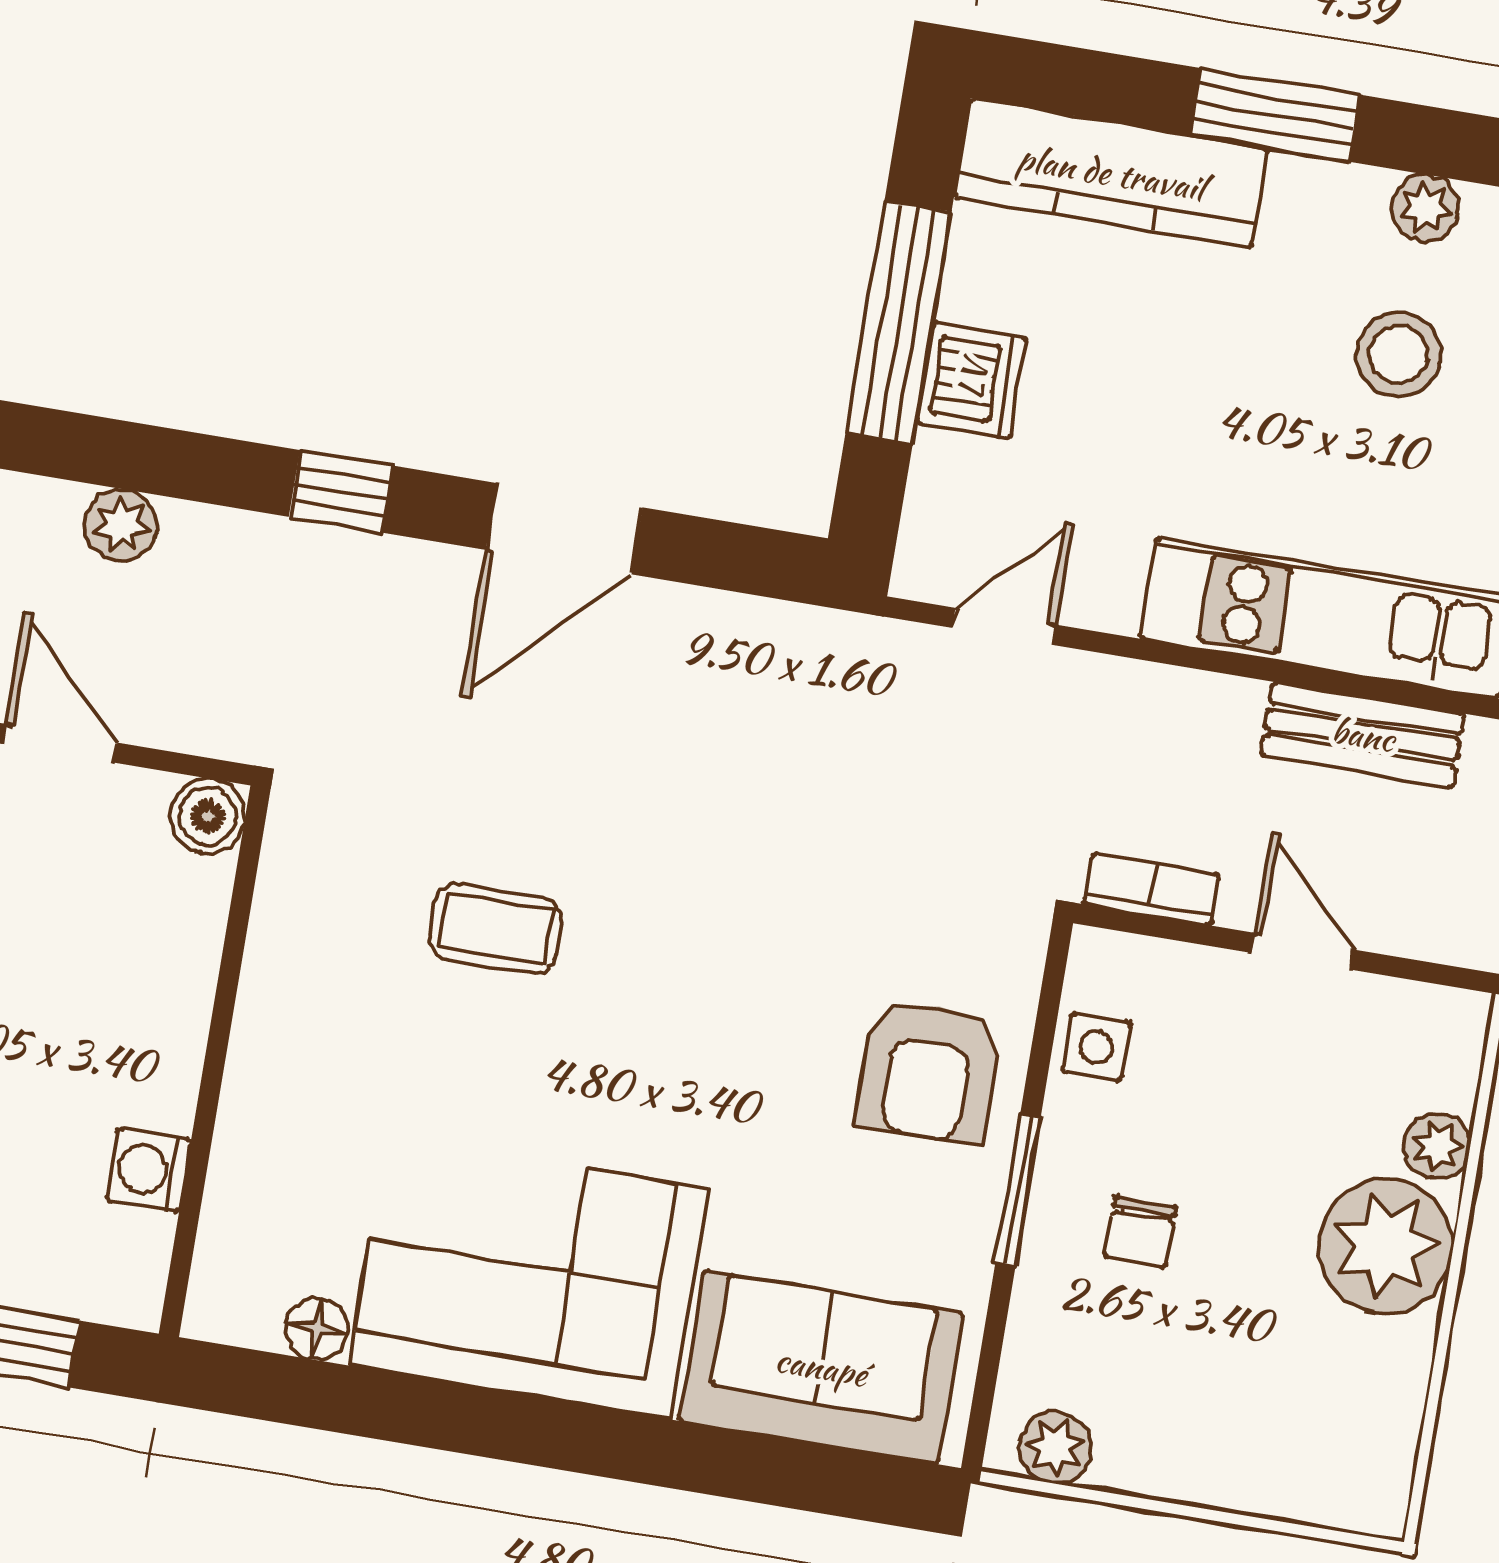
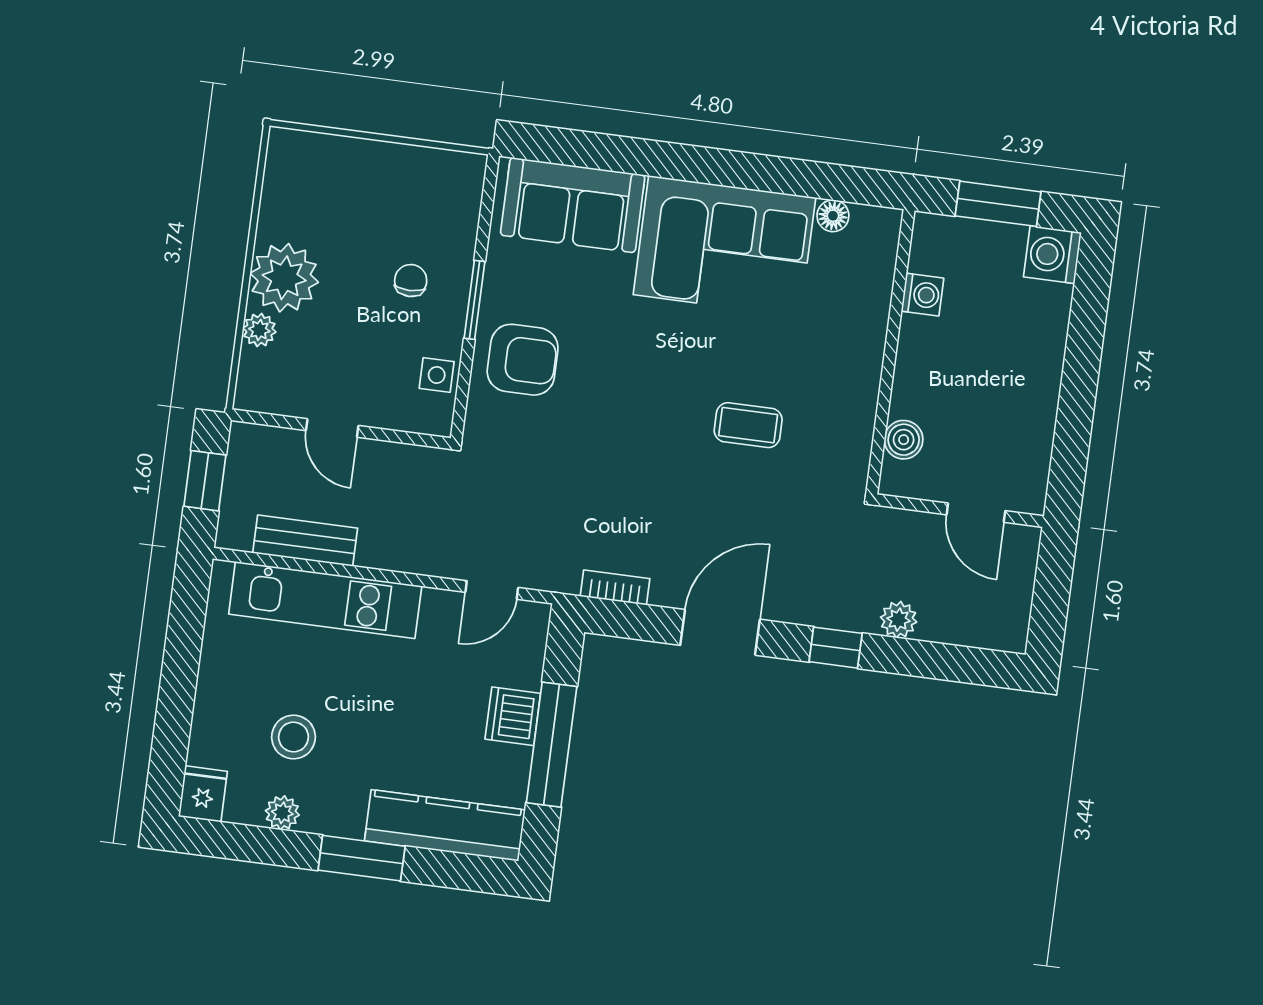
plant: (121, 525) -> (899, 620), moved
boiler: (207, 816) -> (904, 440), moved
bookcase: (1152, 889) -> (615, 587), moved, turned 180
armchair: (929, 1071) -> (523, 360), turned 90
plant: (1055, 1447) -> (451, 168), removed

